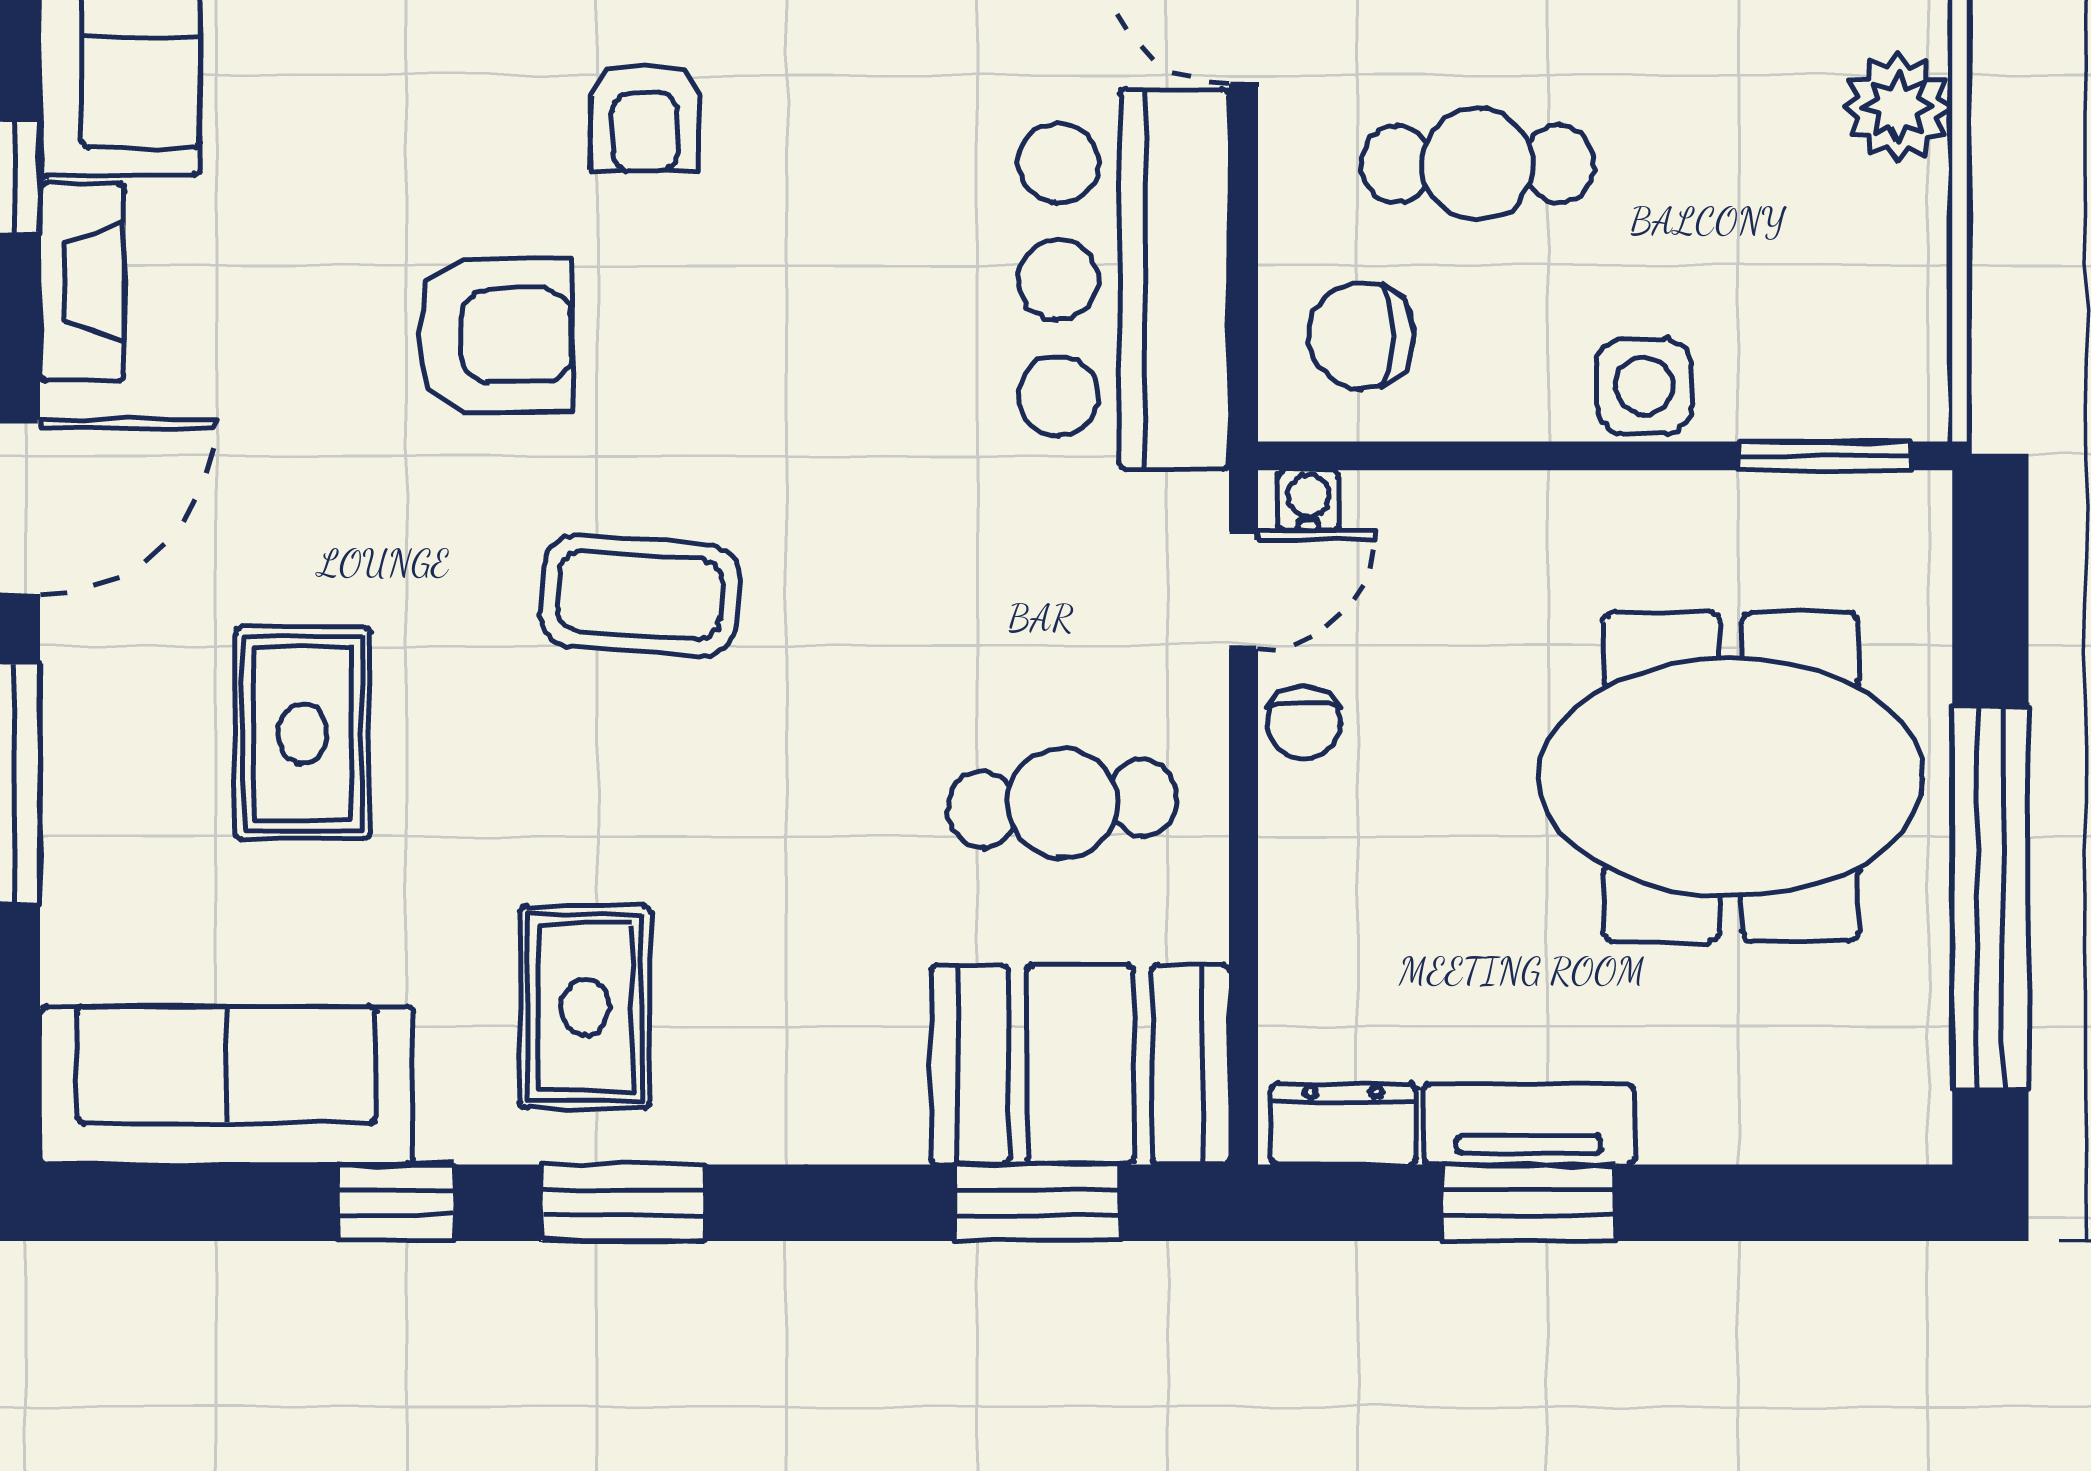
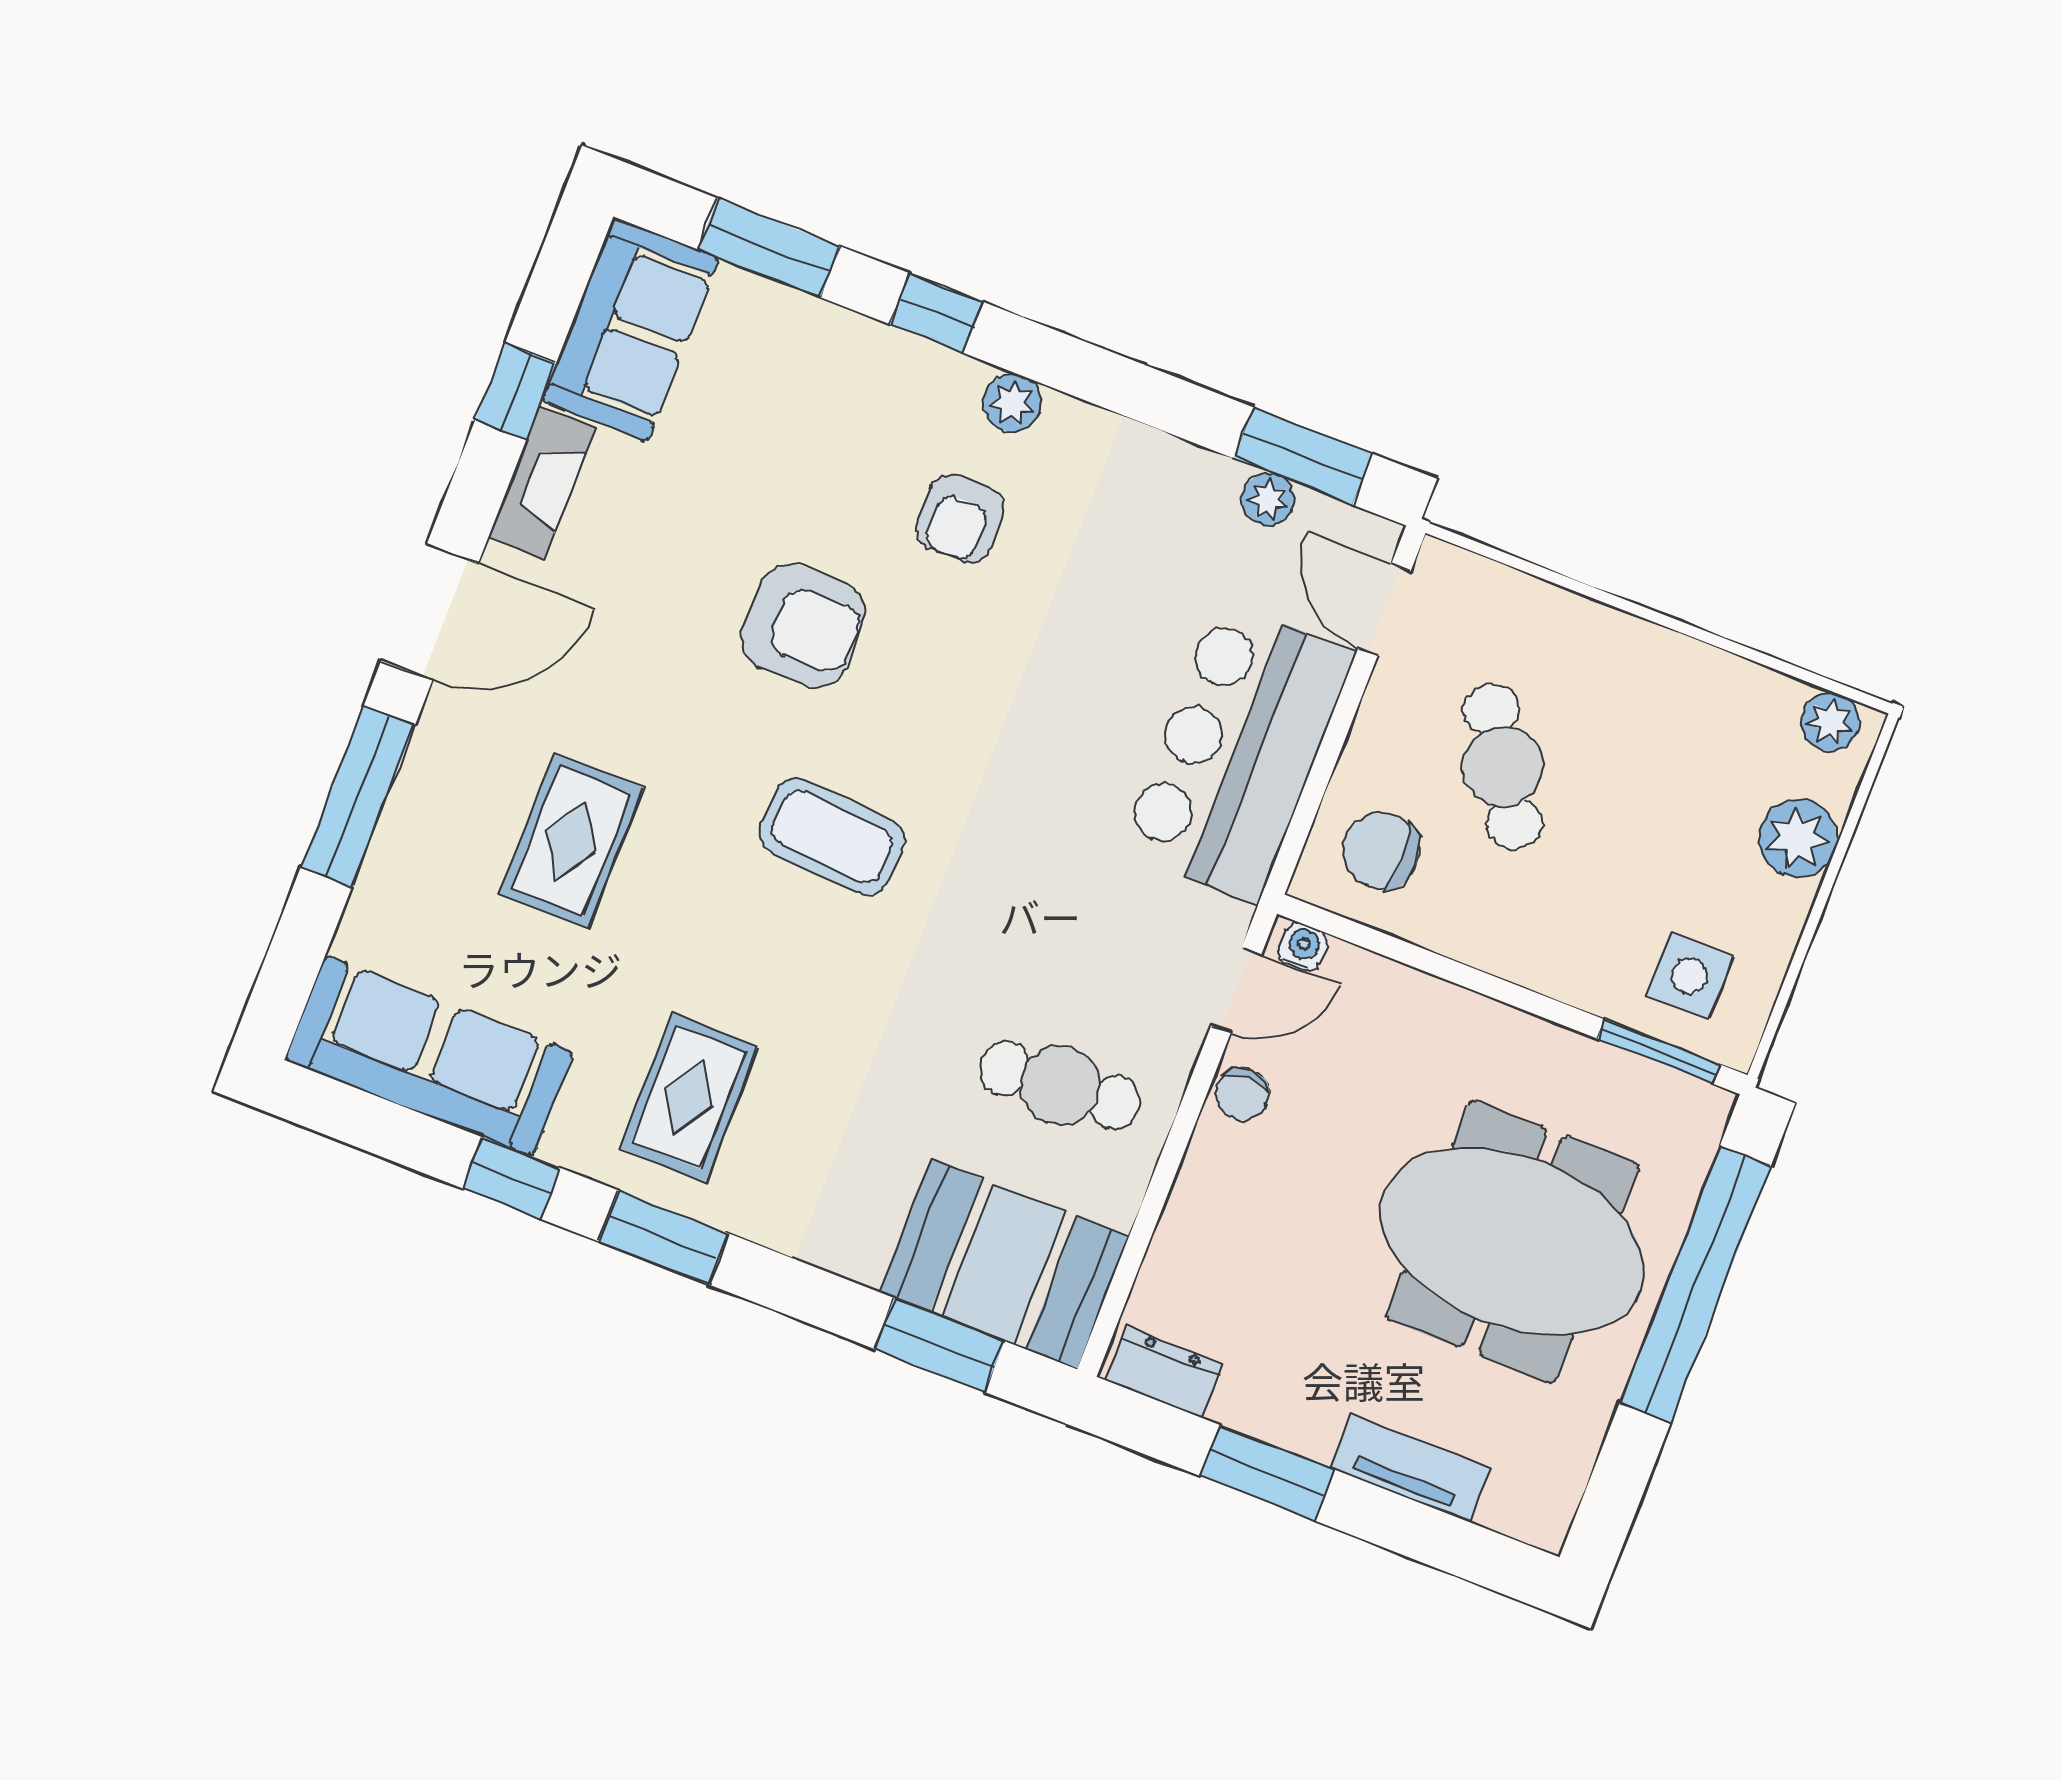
cafe table: (1477, 164) -> (1503, 767), turned 57
side table: (1644, 386) -> (1690, 976), moved
window: (1990, 898) -> (1695, 1284), moved
tv unit: (1529, 1124) -> (1410, 1468), moved

